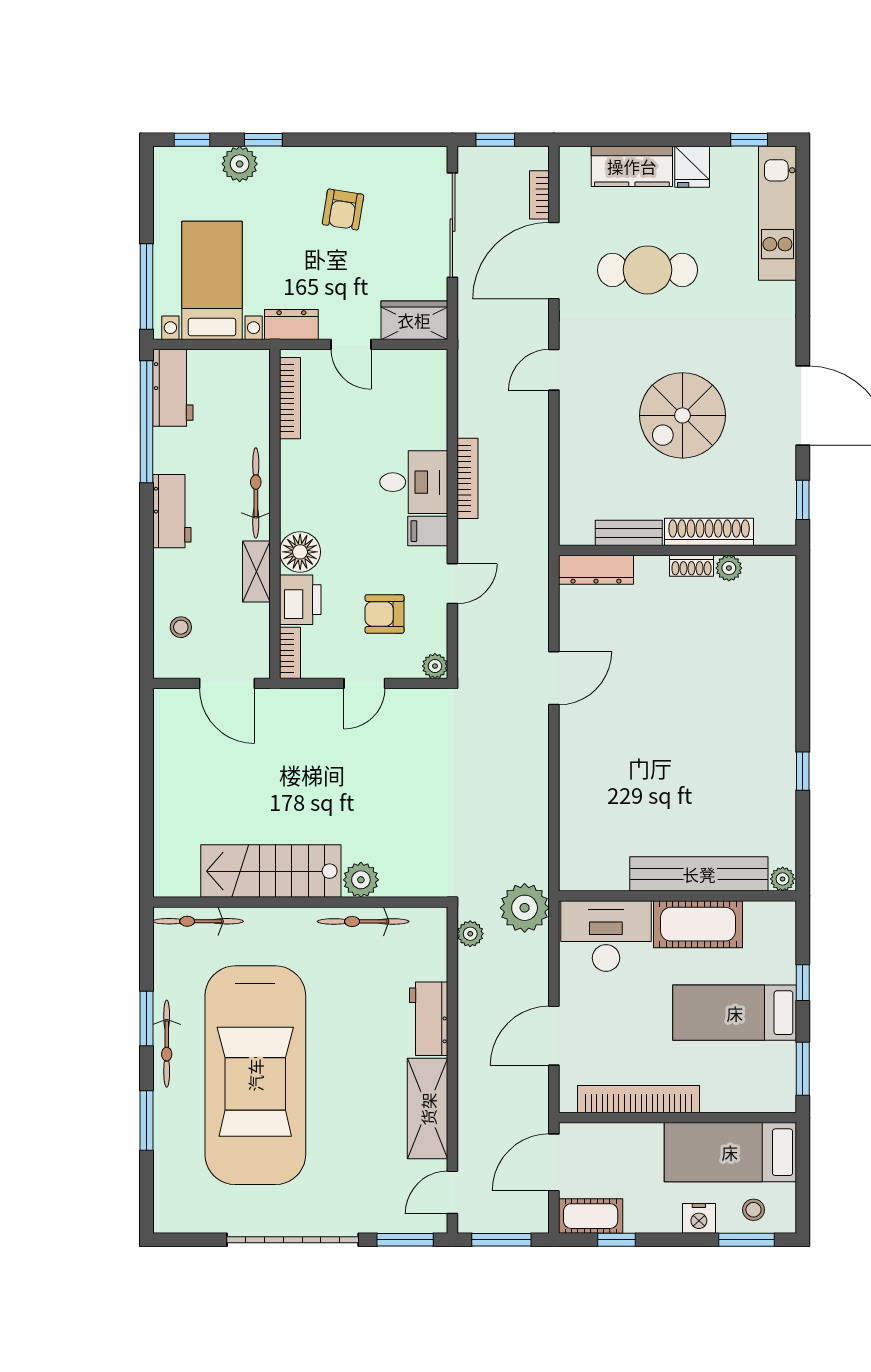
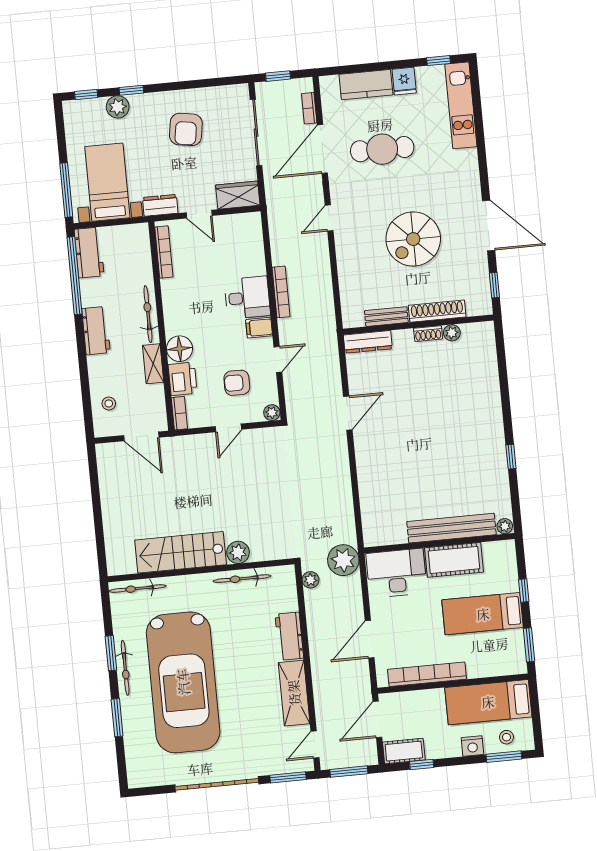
armchair: (343, 210) -> (186, 129), width x1.38, depth x1.38

